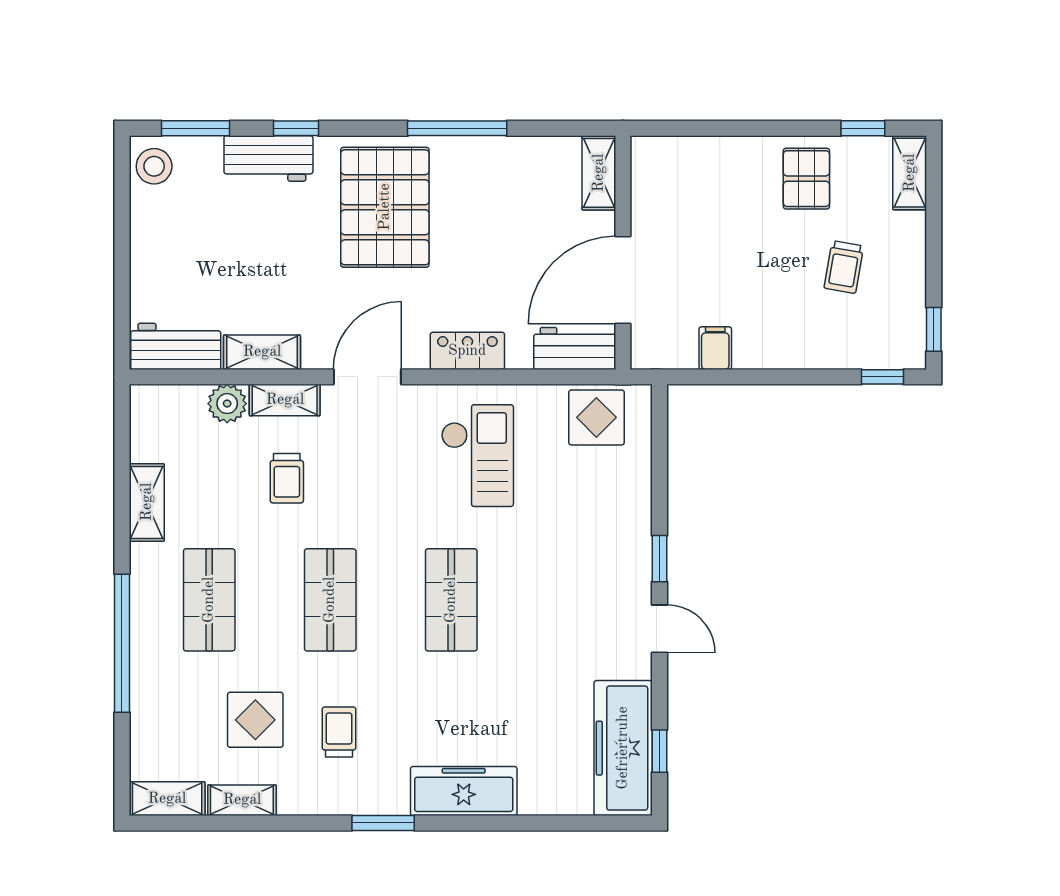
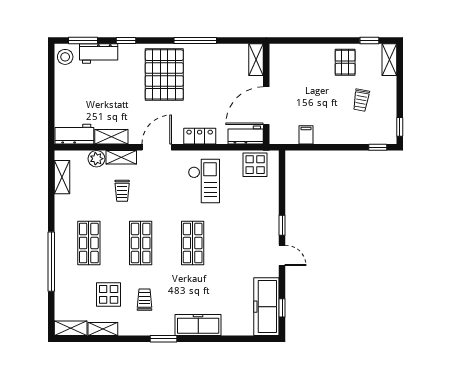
workbench: (268, 158) -> (99, 54), moved
shelving: (147, 502) -> (62, 177), moved

